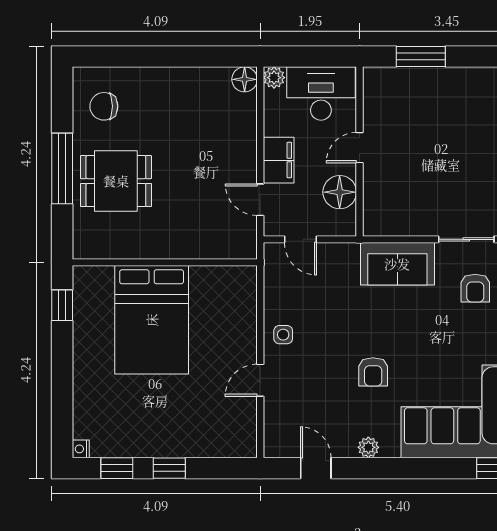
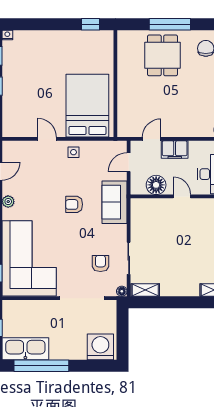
sofa: (397, 264) -> (115, 202), moved
armchair: (475, 288) -> (100, 263), turned 90
bed: (152, 320) -> (87, 106), moved, turned 90
armchair: (373, 372) -> (74, 204), moved

